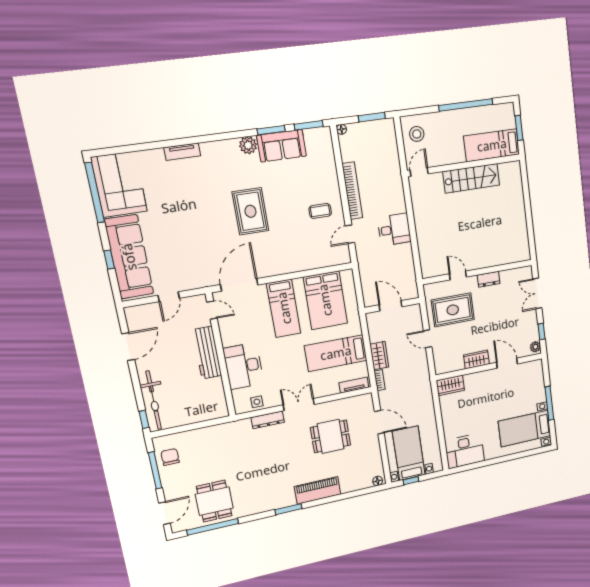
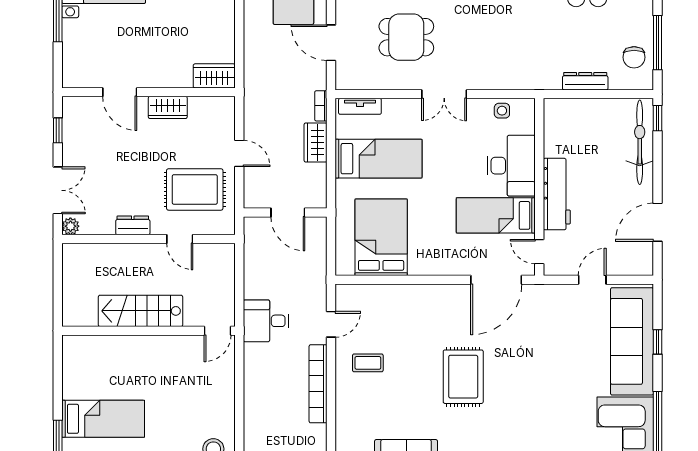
wall: (464, 165) -> (148, 331), moved
door: (419, 172) -> (217, 331), moved
stairs: (471, 178) -> (141, 311), moved
bed: (284, 308) -> (496, 215), moved, turned -90
plant: (535, 347) -> (70, 226), moved
dresser: (268, 420) -> (585, 81), moved

